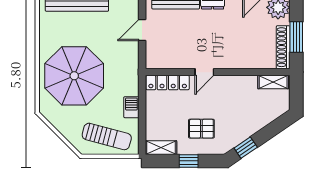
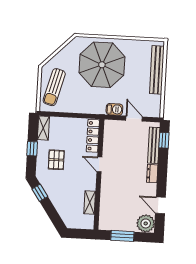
shoe rack: (283, 47) -> (115, 226), removed
shelving: (273, 82) -> (90, 202), moved
barbecue: (131, 107) -> (114, 109), moved

